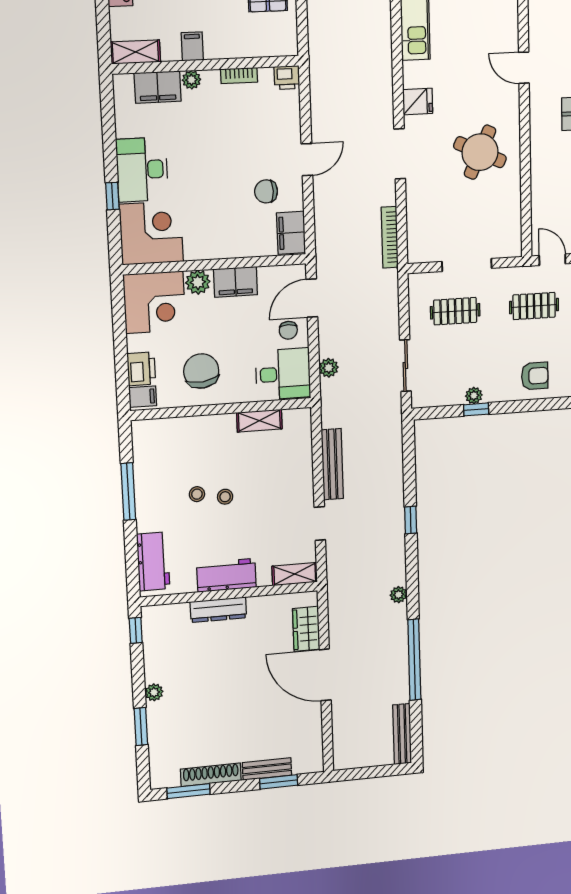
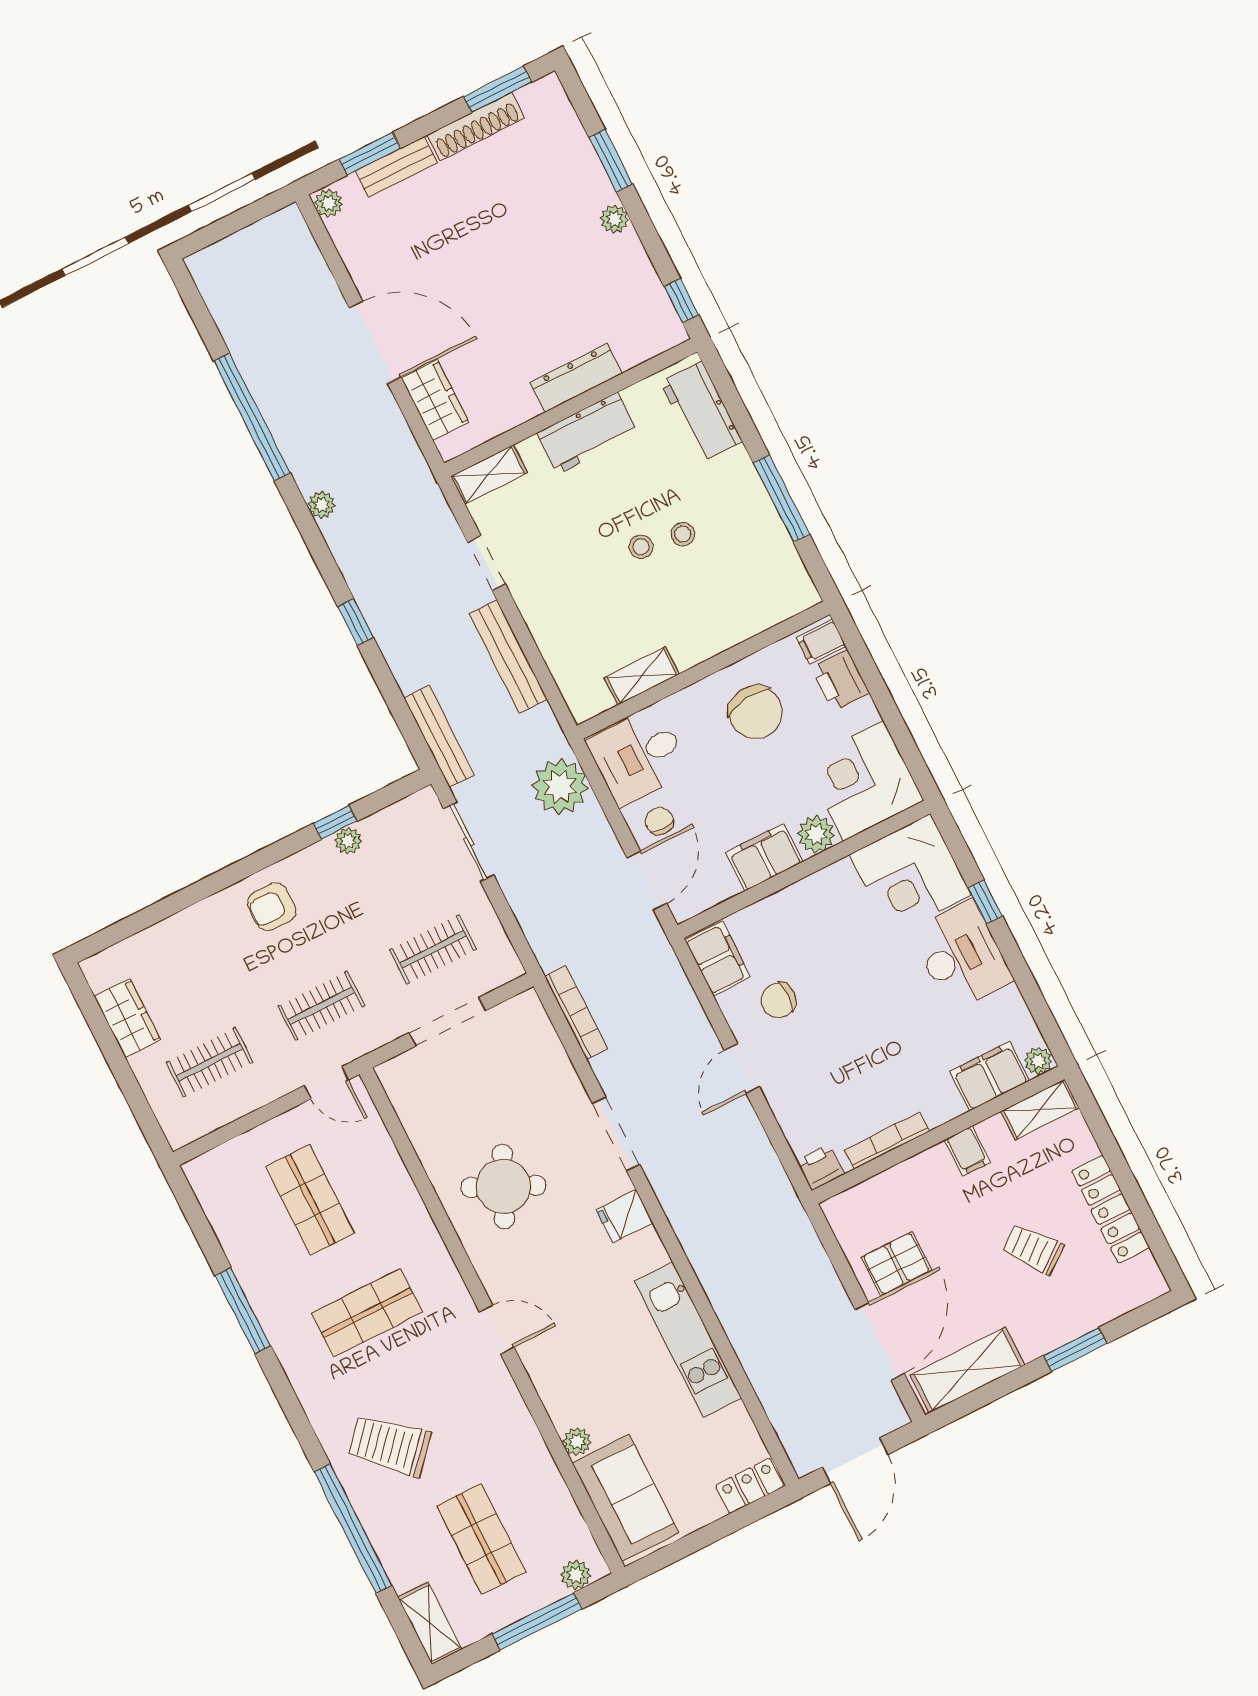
bookcase: (239, 76) -> (887, 1141), width x1.56
plant: (191, 80) -> (1038, 1061), moved
chair: (266, 191) -> (779, 1000), turned 180
plant: (329, 368) -> (560, 787), width x1.87, depth x1.87
bench: (402, 734) -> (439, 736), moved
plant: (315, 763) -> (329, 203), added

